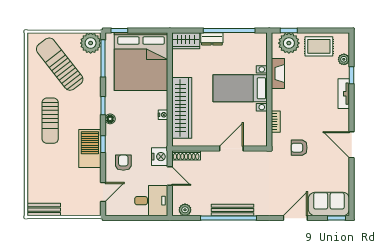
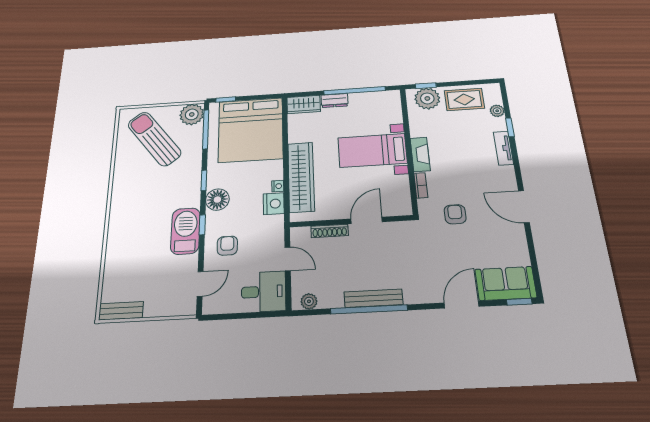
fireplace: (278, 73) -> (420, 154), moved
floor lamp: (110, 119) -> (217, 200), width x1.89, depth x1.89
sun lounger: (50, 121) -> (138, 201), removed
armchair: (299, 148) -> (455, 214), turned 90
shoe rack: (186, 155) -> (330, 231), moved
nightstand: (160, 157) -> (274, 204), moved

